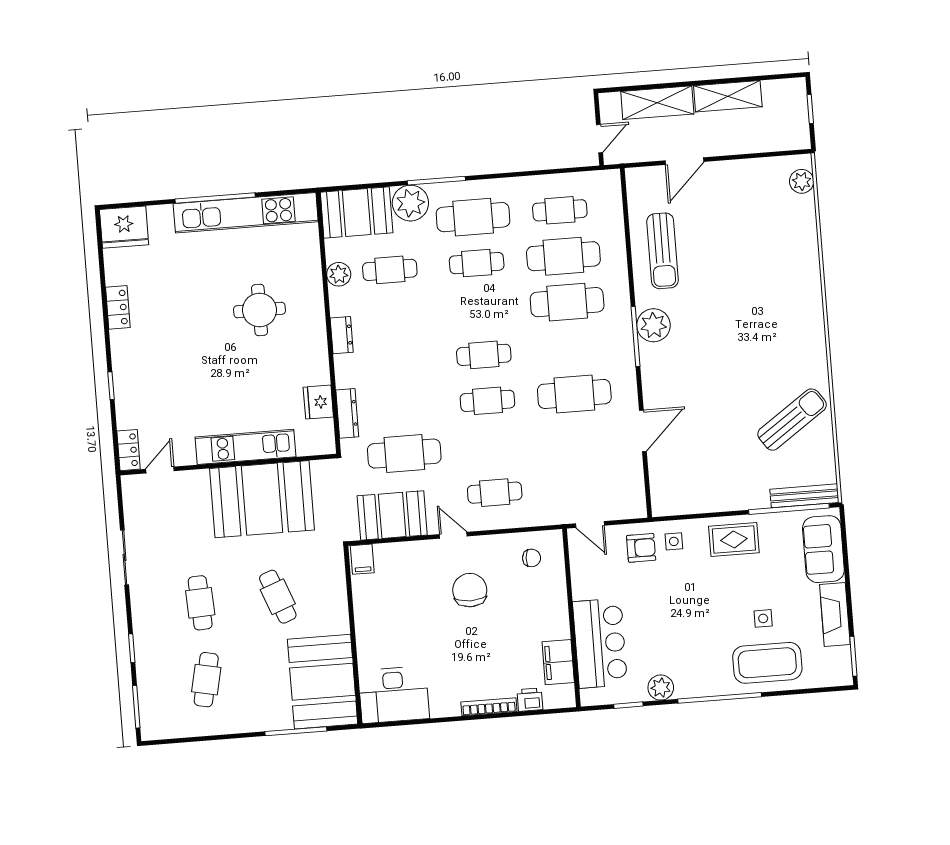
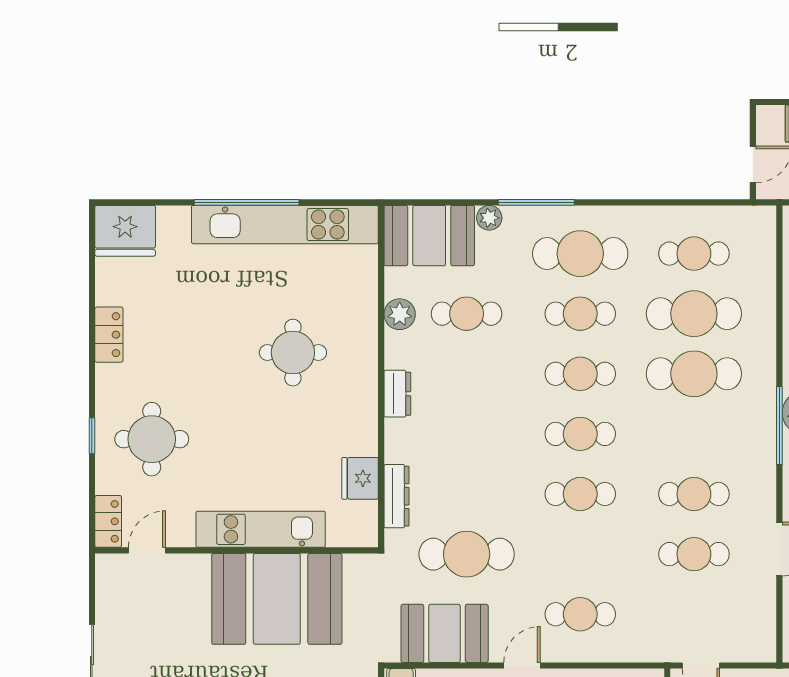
plant: (410, 203) -> (489, 218), width x0.53, depth x0.53
cafe table: (480, 309) -> (580, 374), added
round table: (157, 385) -> (152, 439), added
cafe table: (574, 394) -> (694, 494), width x0.73, depth x0.74
cafe table: (578, 440) -> (694, 554), added
door: (453, 535) -> (522, 665), hinge flipped

